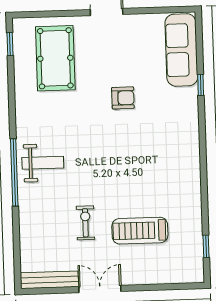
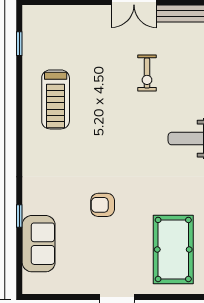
sofa: (181, 50) -> (39, 244), width x0.73
treadmill: (140, 231) -> (56, 99), moved, turned 90

